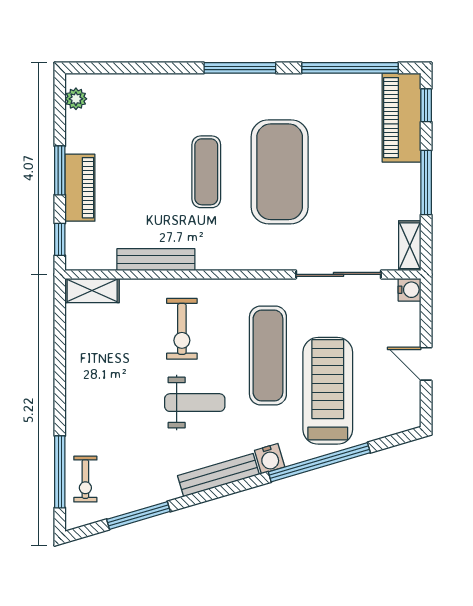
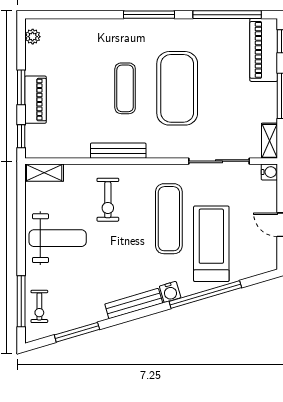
bench: (156, 260) -> (118, 151), moved
weight bench: (195, 403) -> (58, 238), moved, width x1.36, depth x1.33

